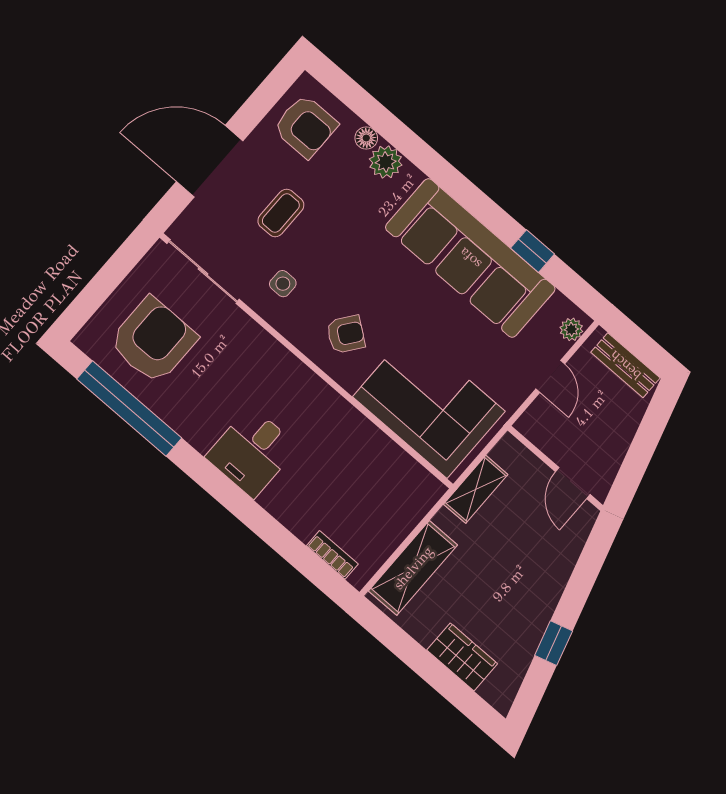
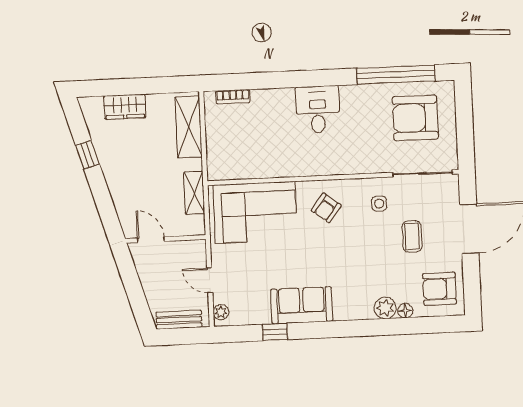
sofa: (470, 258) -> (302, 305), width x0.54, depth x0.79
armchair: (153, 340) -> (415, 118), turned 90

